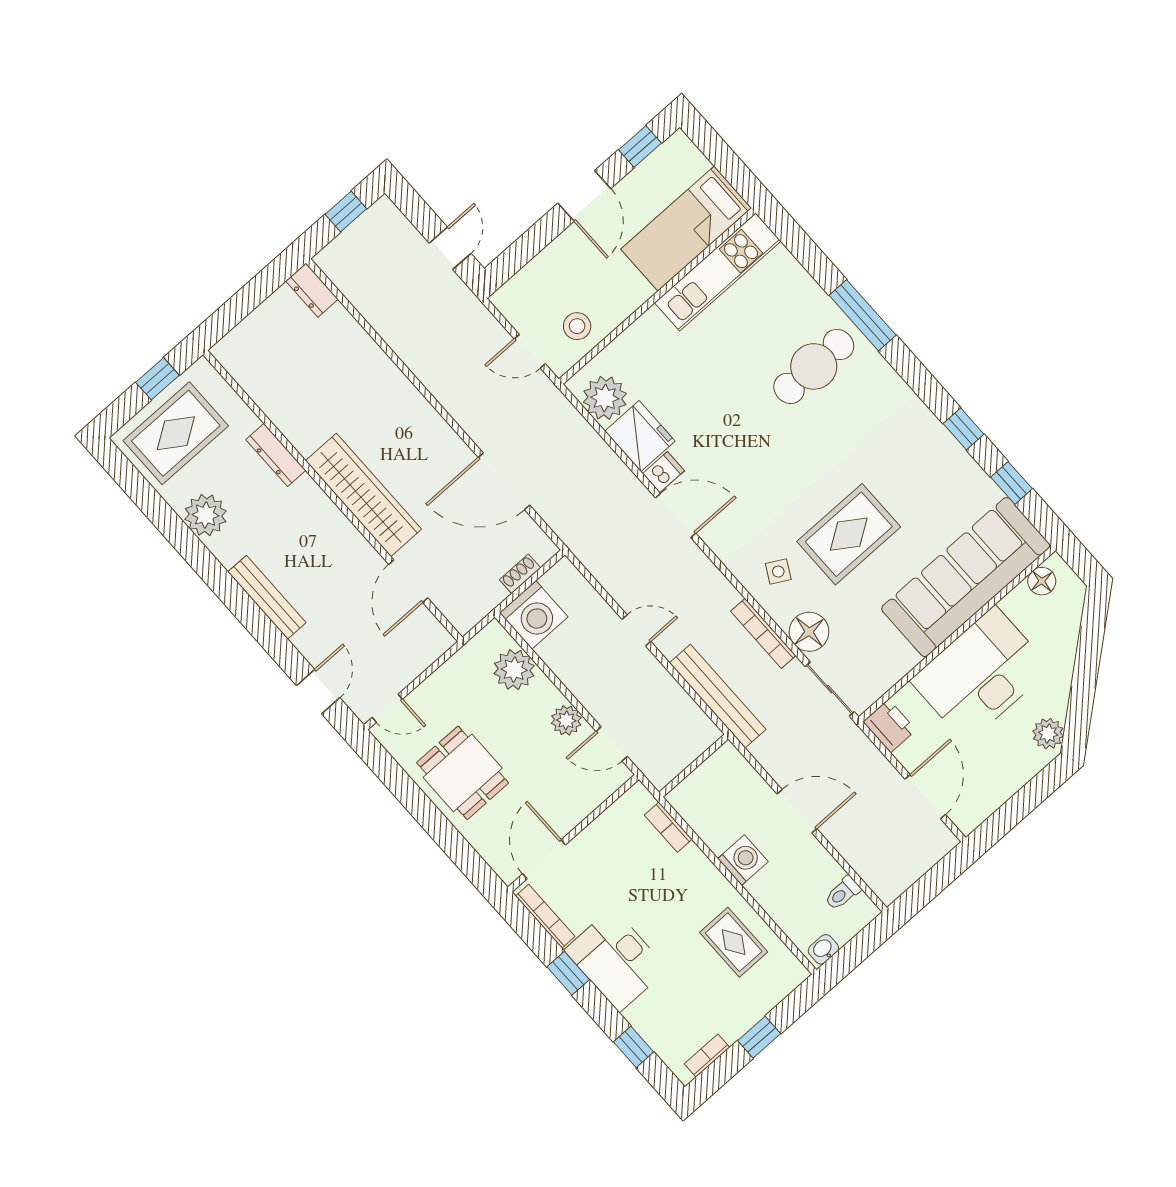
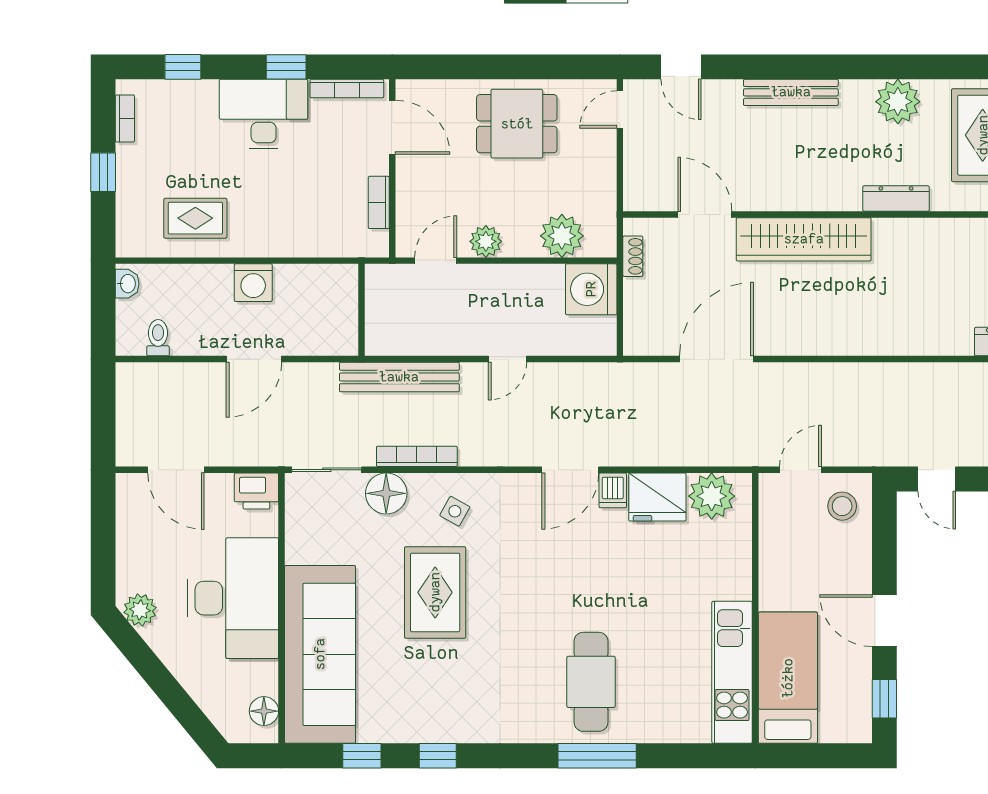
stool: (577, 326) -> (842, 506), moved
shoe rack: (520, 574) -> (633, 256), moved
bookcase: (668, 827) -> (379, 202), moved, turned -90

